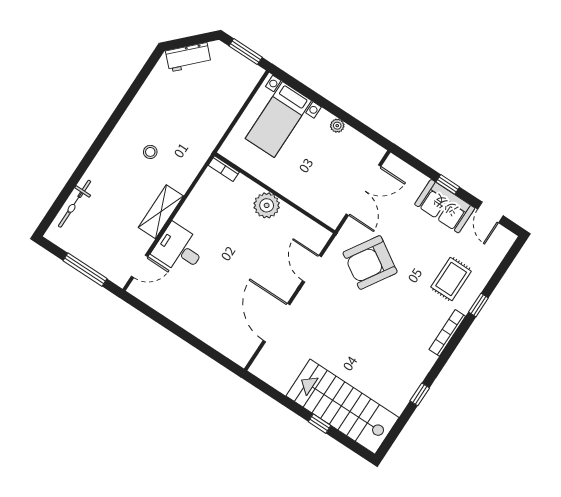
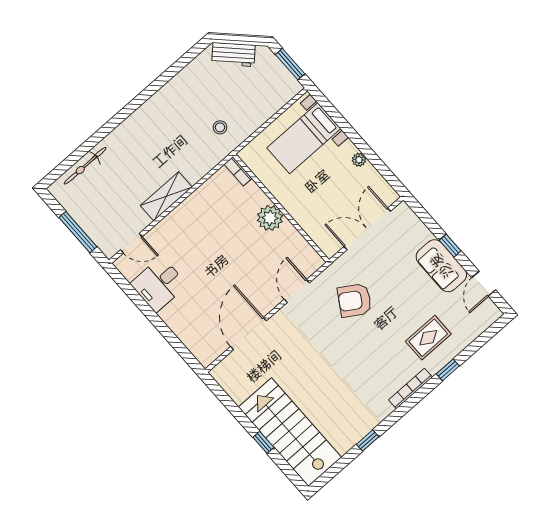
stool: (150, 152) -> (220, 127), moved
double door: (364, 190) -> (367, 229), swing flipped
desk: (179, 249) -> (159, 284), moved, turned -90
armchair: (370, 262) -> (355, 300), width x0.73, depth x0.73

